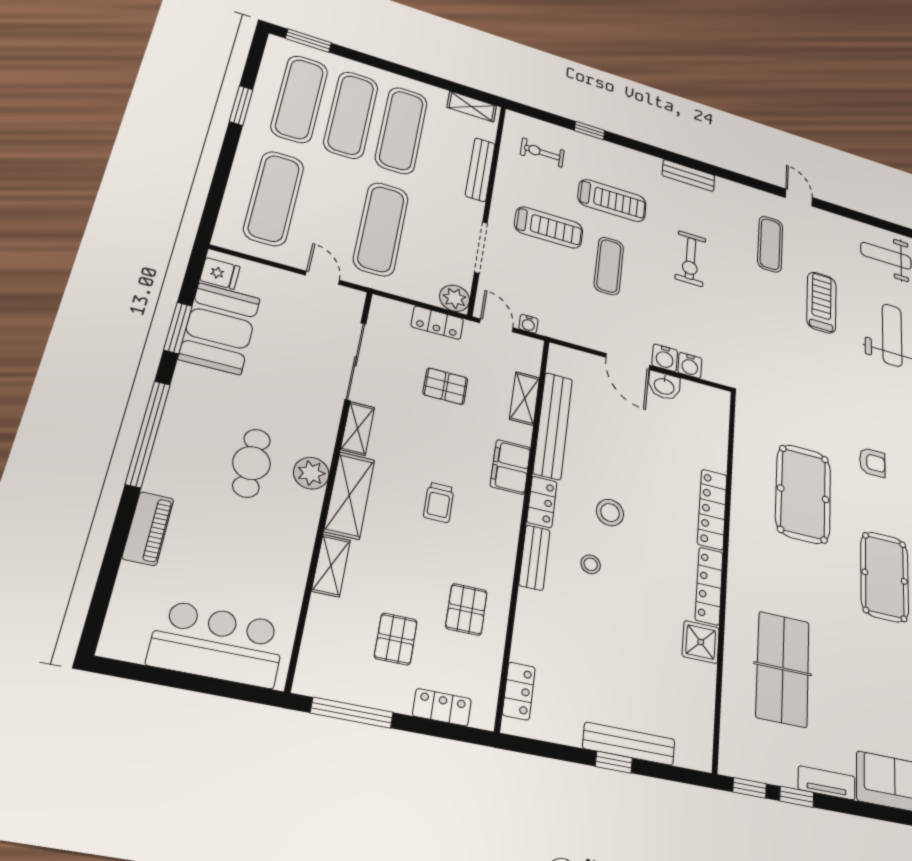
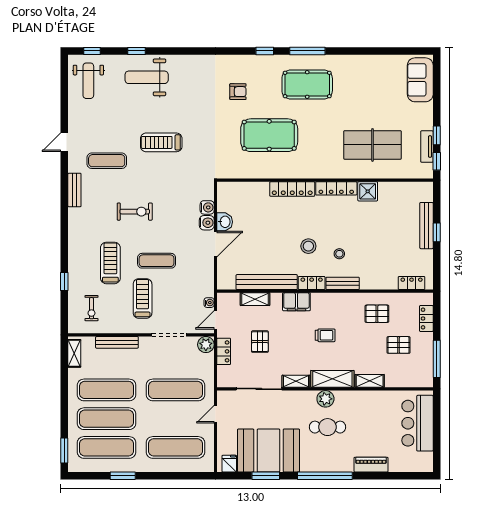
bench: (689, 175) -> (74, 190), moved
treadmill: (821, 302) -> (161, 142), moved
booth: (220, 328) -> (268, 451), width x1.36, depth x1.42
armchair: (872, 462) -> (238, 92), turned 90
tv unit: (827, 783) -> (427, 147), moved

